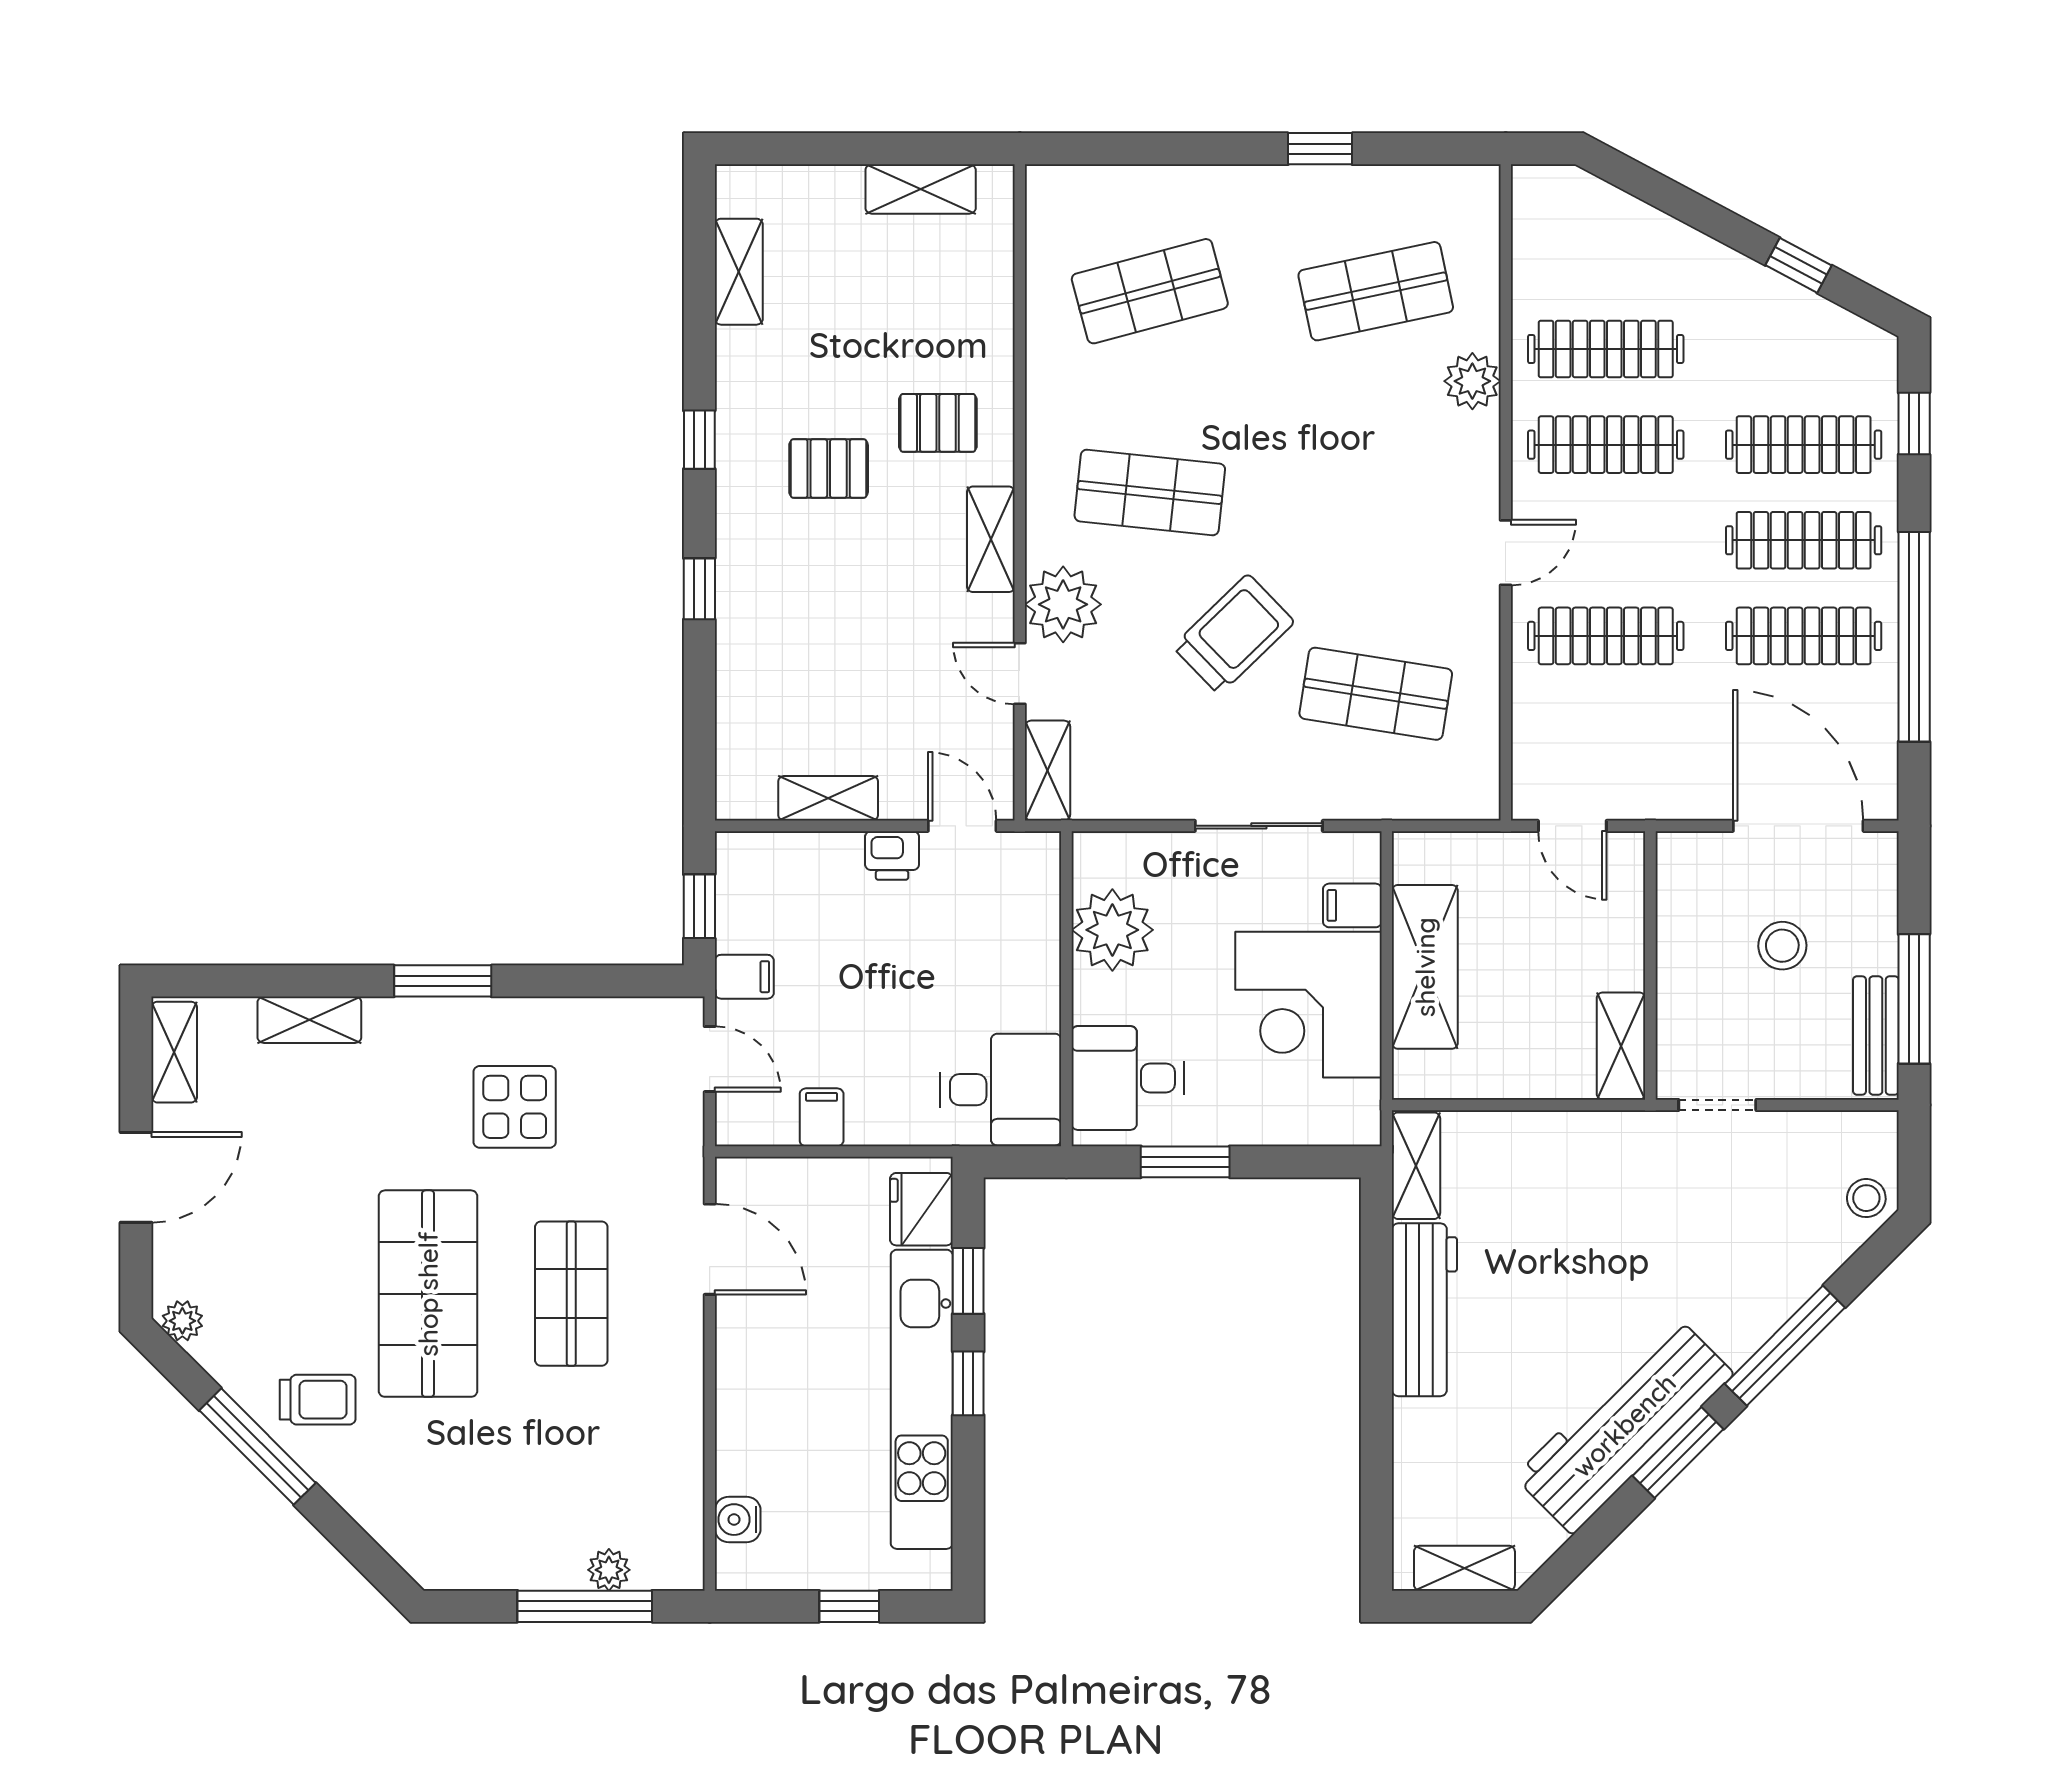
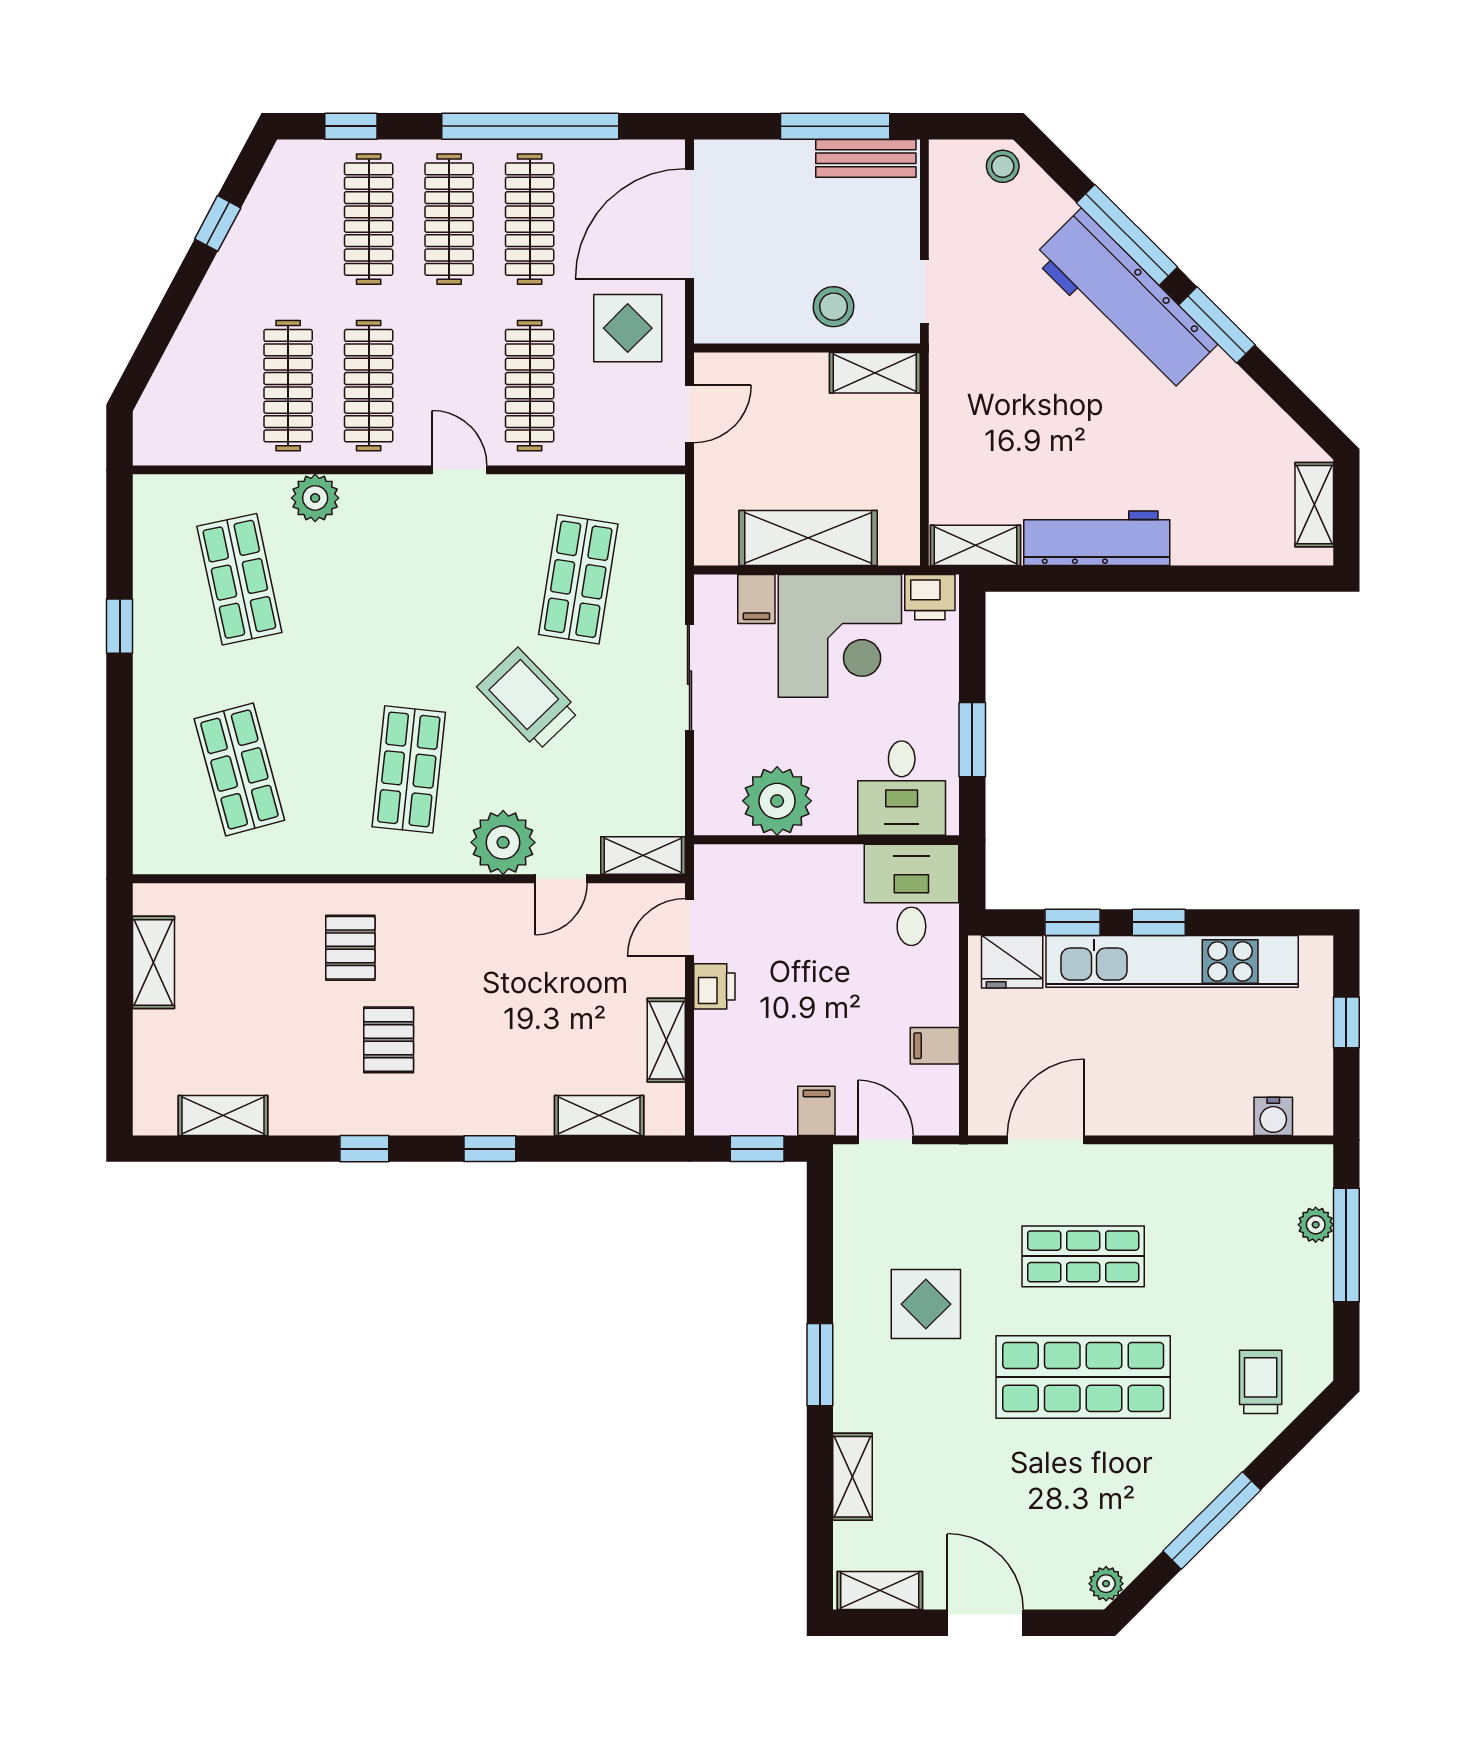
shelving: (991, 539) -> (599, 1115), moved
display table: (1674, 752) -> (628, 328), added
stool: (1782, 946) -> (833, 307), moved
door: (710, 1059) -> (886, 1140), hinge flipped
printer: (1355, 1112) -> (930, 597), added
trolley: (318, 1400) -> (1261, 1382), moved
workbench: (1624, 1425) -> (1125, 301), moved

